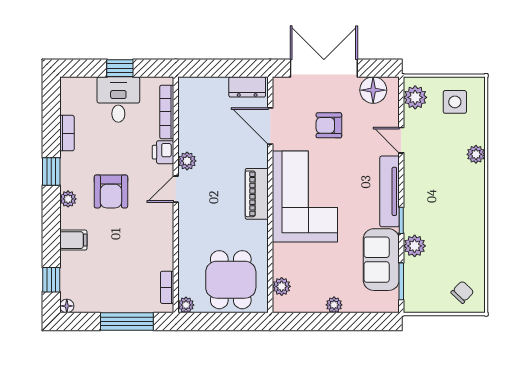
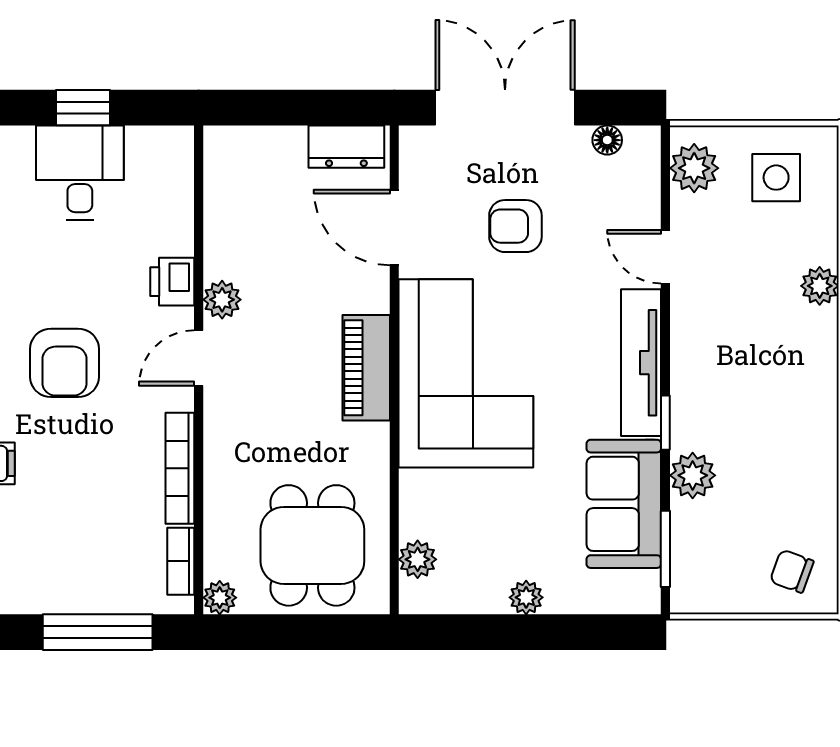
floor lamp: (373, 90) -> (607, 140), width x0.53, depth x0.53
bookcase: (167, 112) -> (180, 468), moved
chair: (462, 292) -> (792, 571), turned -114

